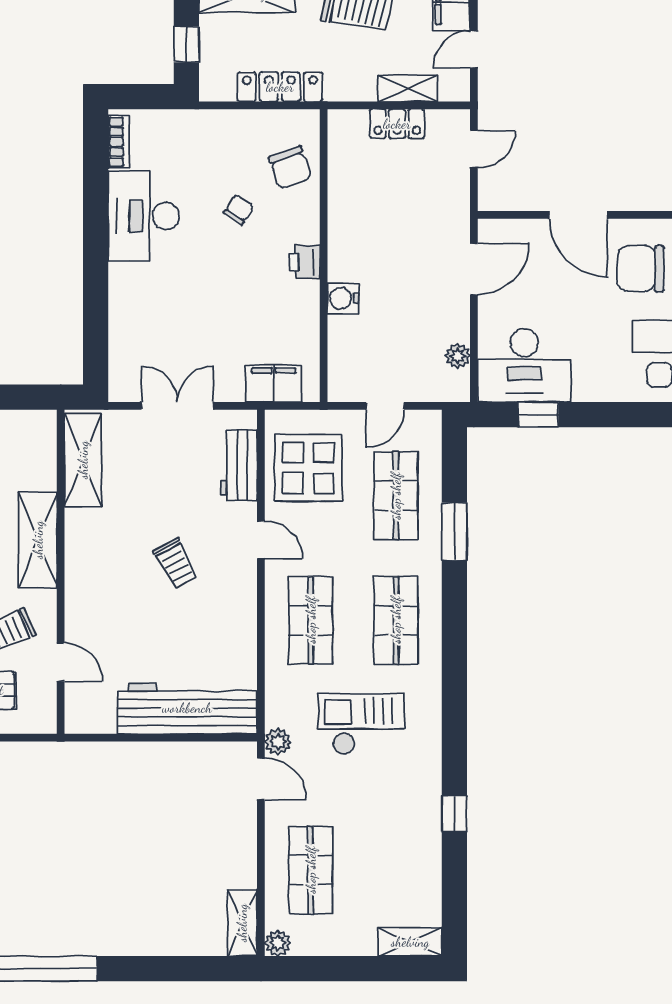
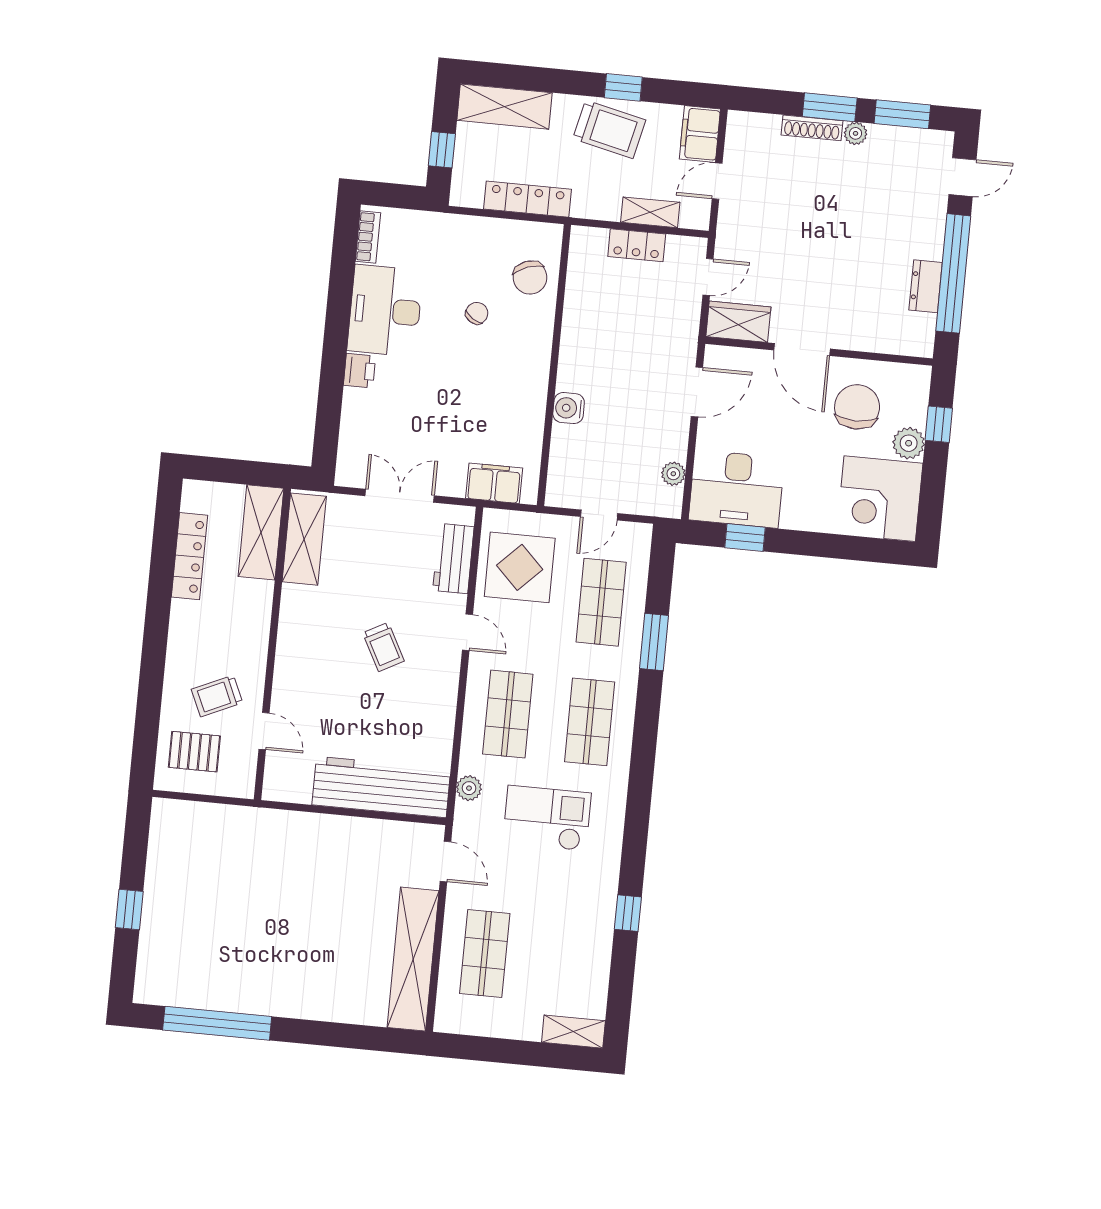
wardrobe: (510, 192) -> (738, 322), added
printer: (305, 262) -> (360, 371), moved, turned 180
chair: (641, 269) -> (857, 407), turned 89
shelving: (38, 540) -> (261, 532), moved
plant: (278, 742) -> (469, 788), moved
shelving: (242, 923) -> (413, 959), width x2.20, depth x1.33
plant: (278, 943) -> (446, 1021), removed

